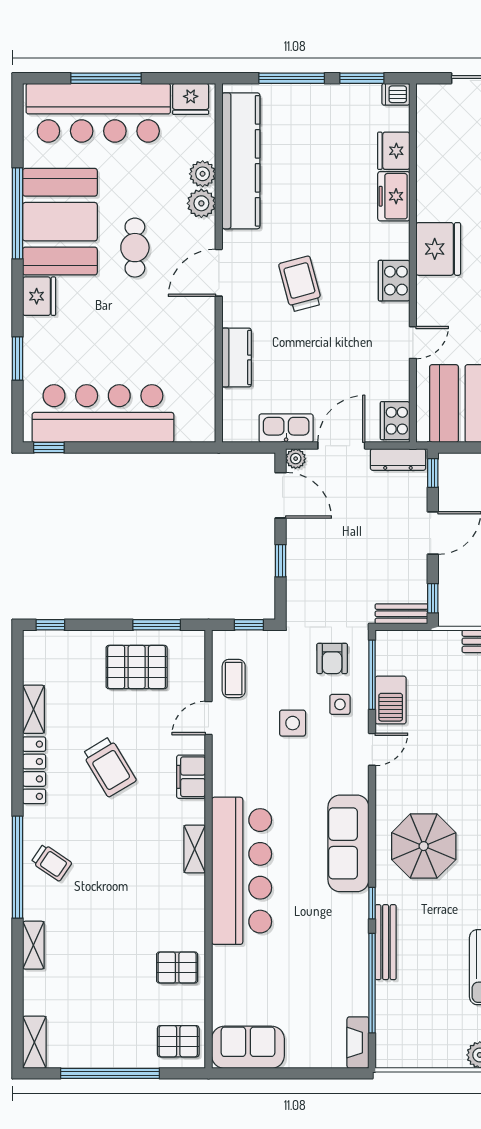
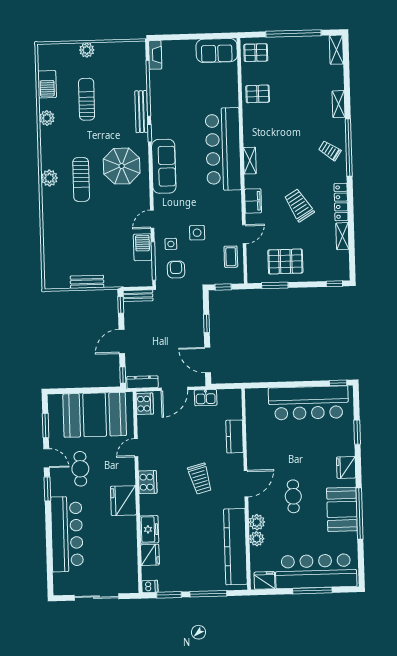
booth: (60, 222) -> (342, 509), width x0.73, depth x0.70
kitchen sink: (286, 428) -> (206, 398), width x0.73
plant: (296, 459) -> (200, 381), removed

